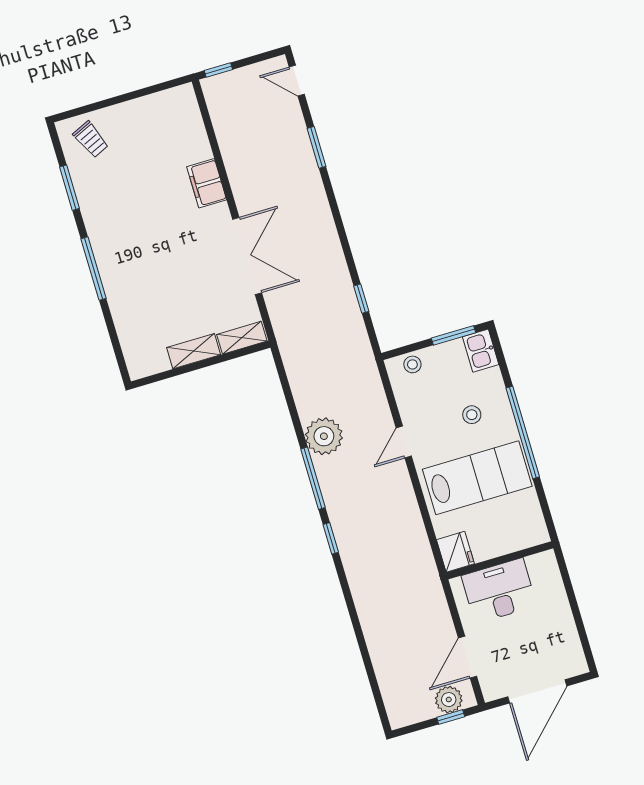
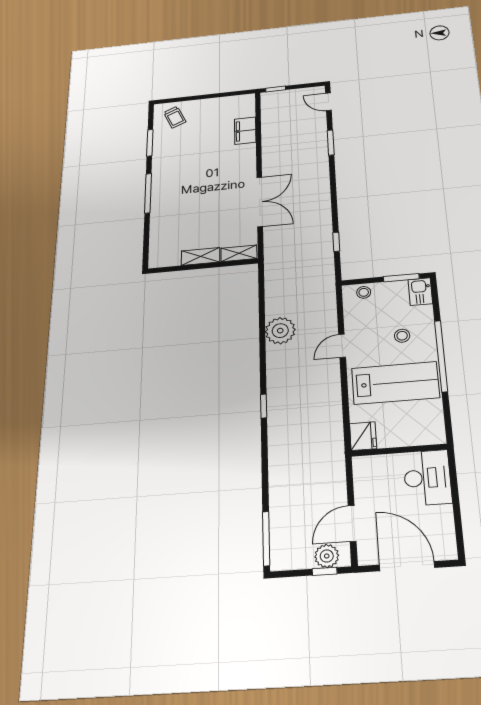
filing cabinet: (207, 183) -> (245, 131), moved
window: (313, 478) -> (266, 539), moved
desk: (499, 591) -> (427, 478), moved, turned 90
door: (537, 691) -> (407, 566), swing flipped

